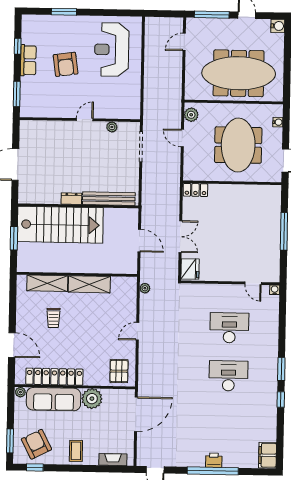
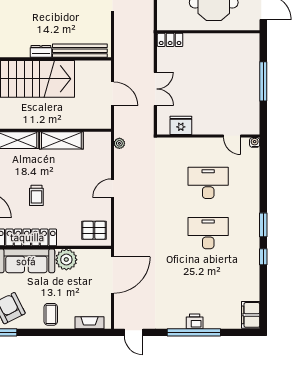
fridge: (190, 269) -> (181, 125), moved, turned -90
trolley: (53, 318) -> (36, 195), moved
pallet: (119, 371) -> (94, 230), turned 90

